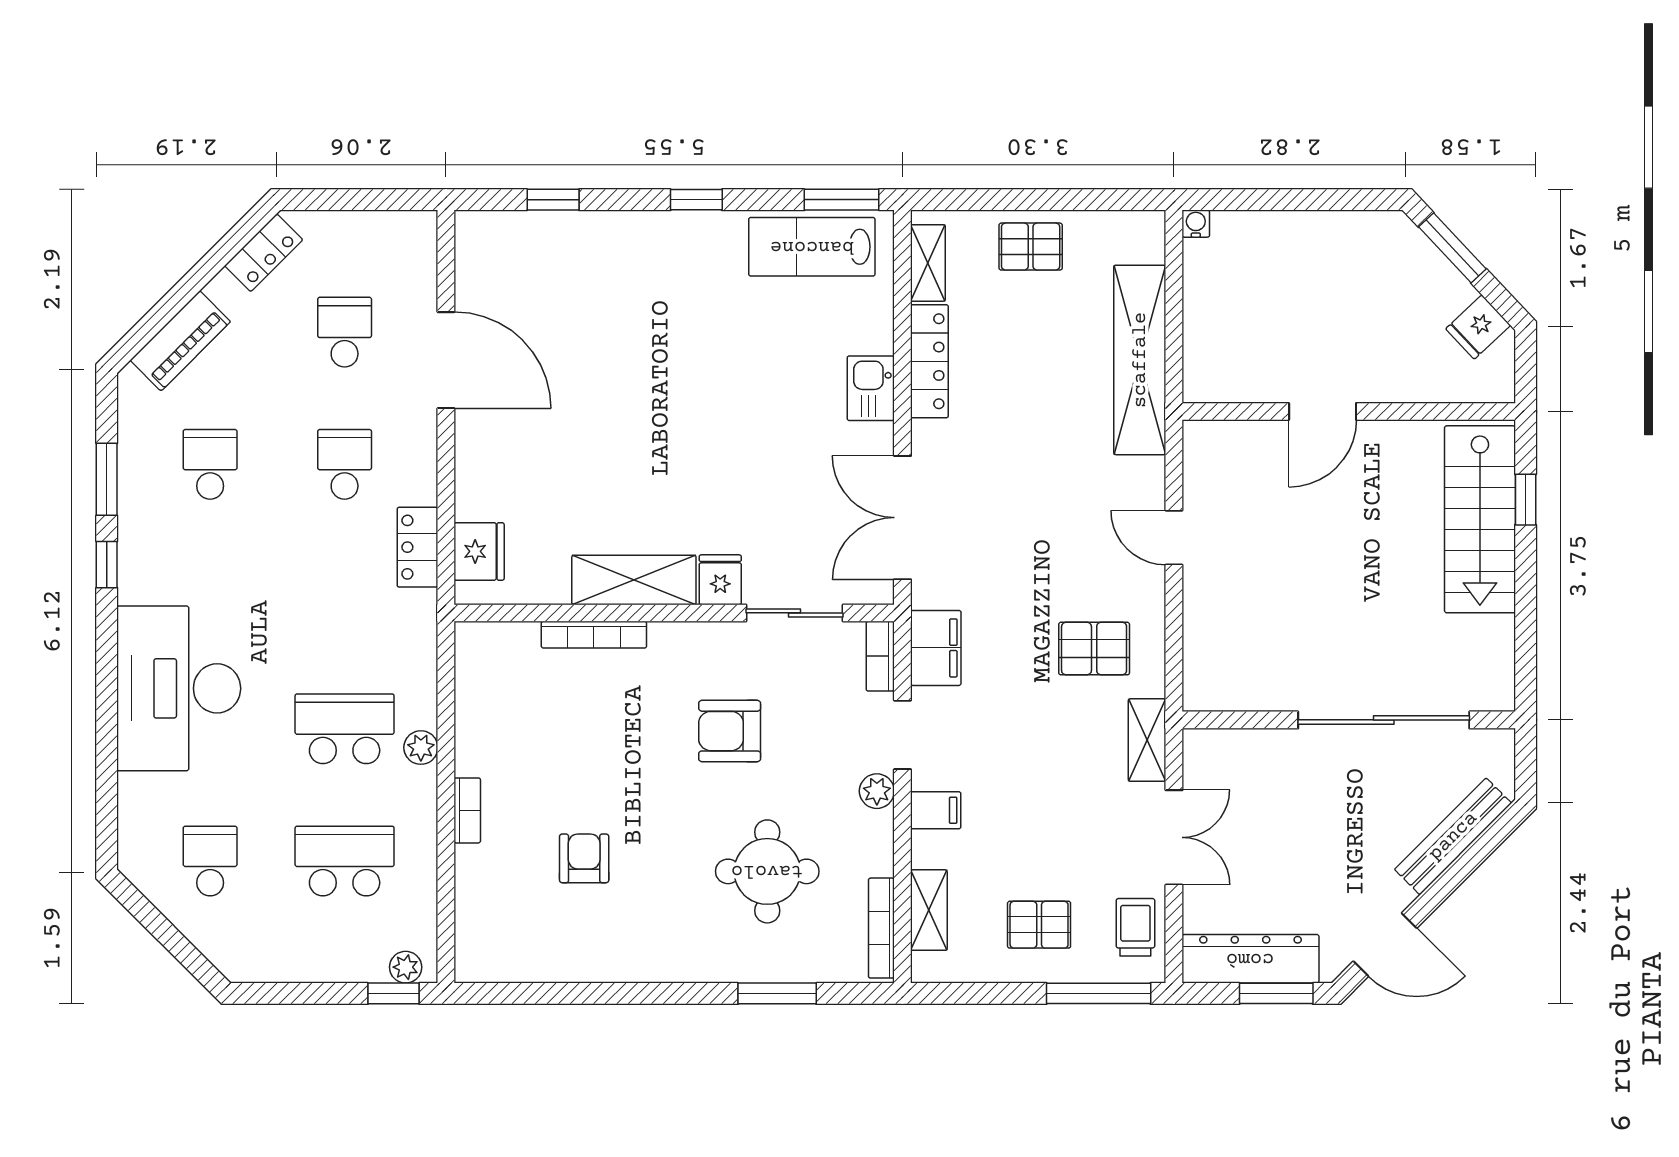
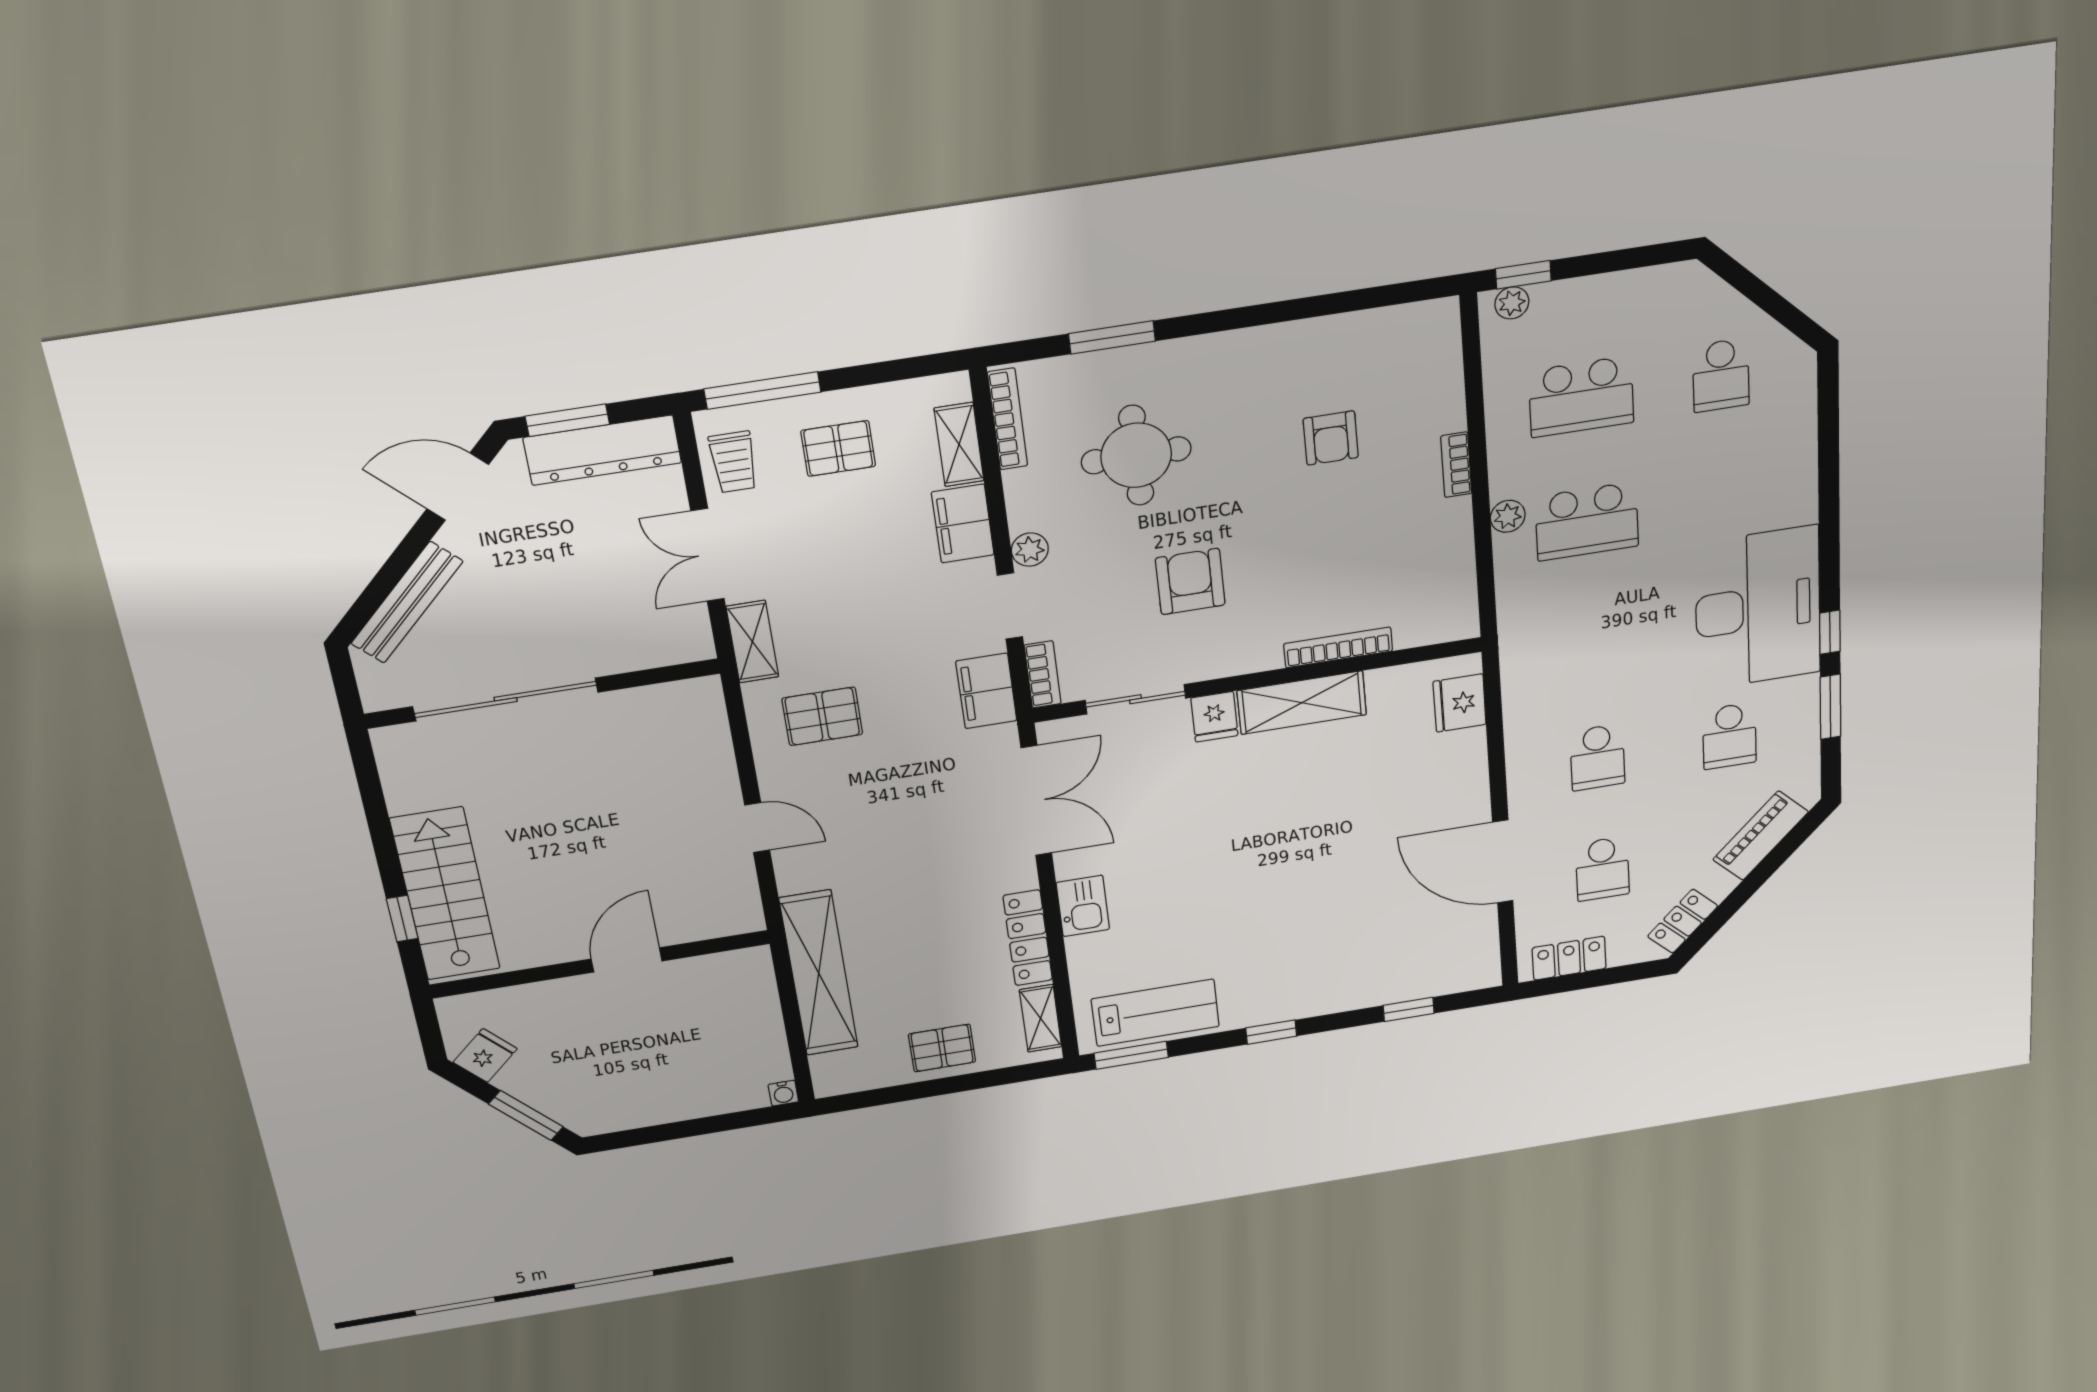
locker: (418, 547) -> (1569, 958), moved, turned -90
desk: (179, 688) -> (1758, 608), moved
armchair: (730, 731) -> (1190, 582), turned -90
filing cabinet: (936, 810) -> (963, 523), width x2.00

